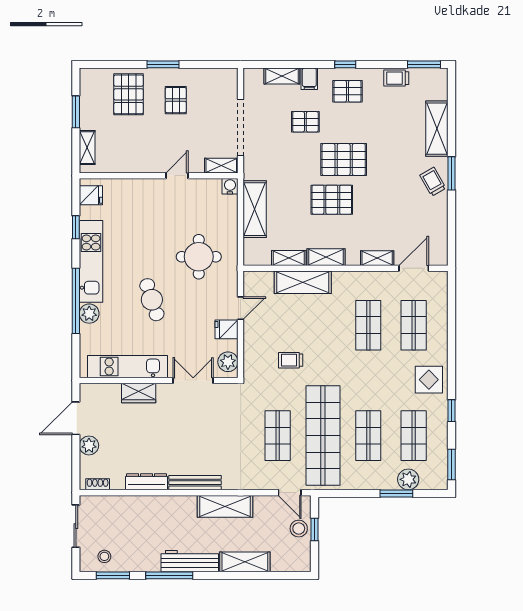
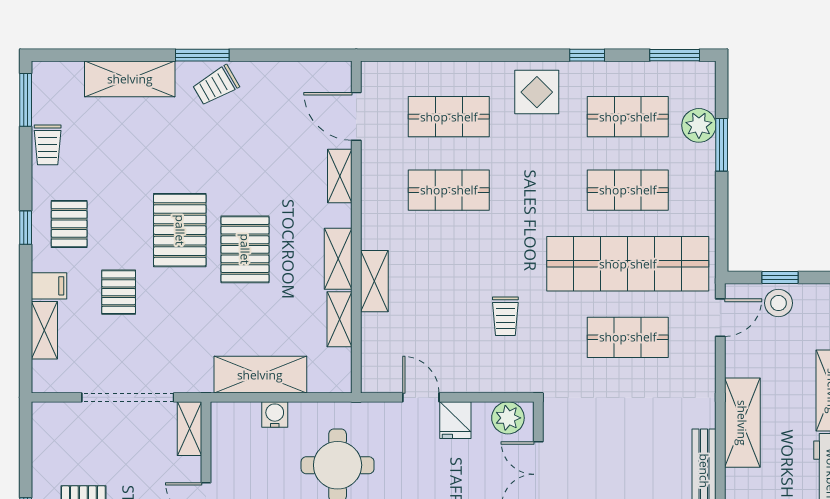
water cooler: (230, 186) -> (275, 415), moved, turned 90
shelving: (303, 282) -> (374, 281), width x0.67, depth x0.75

